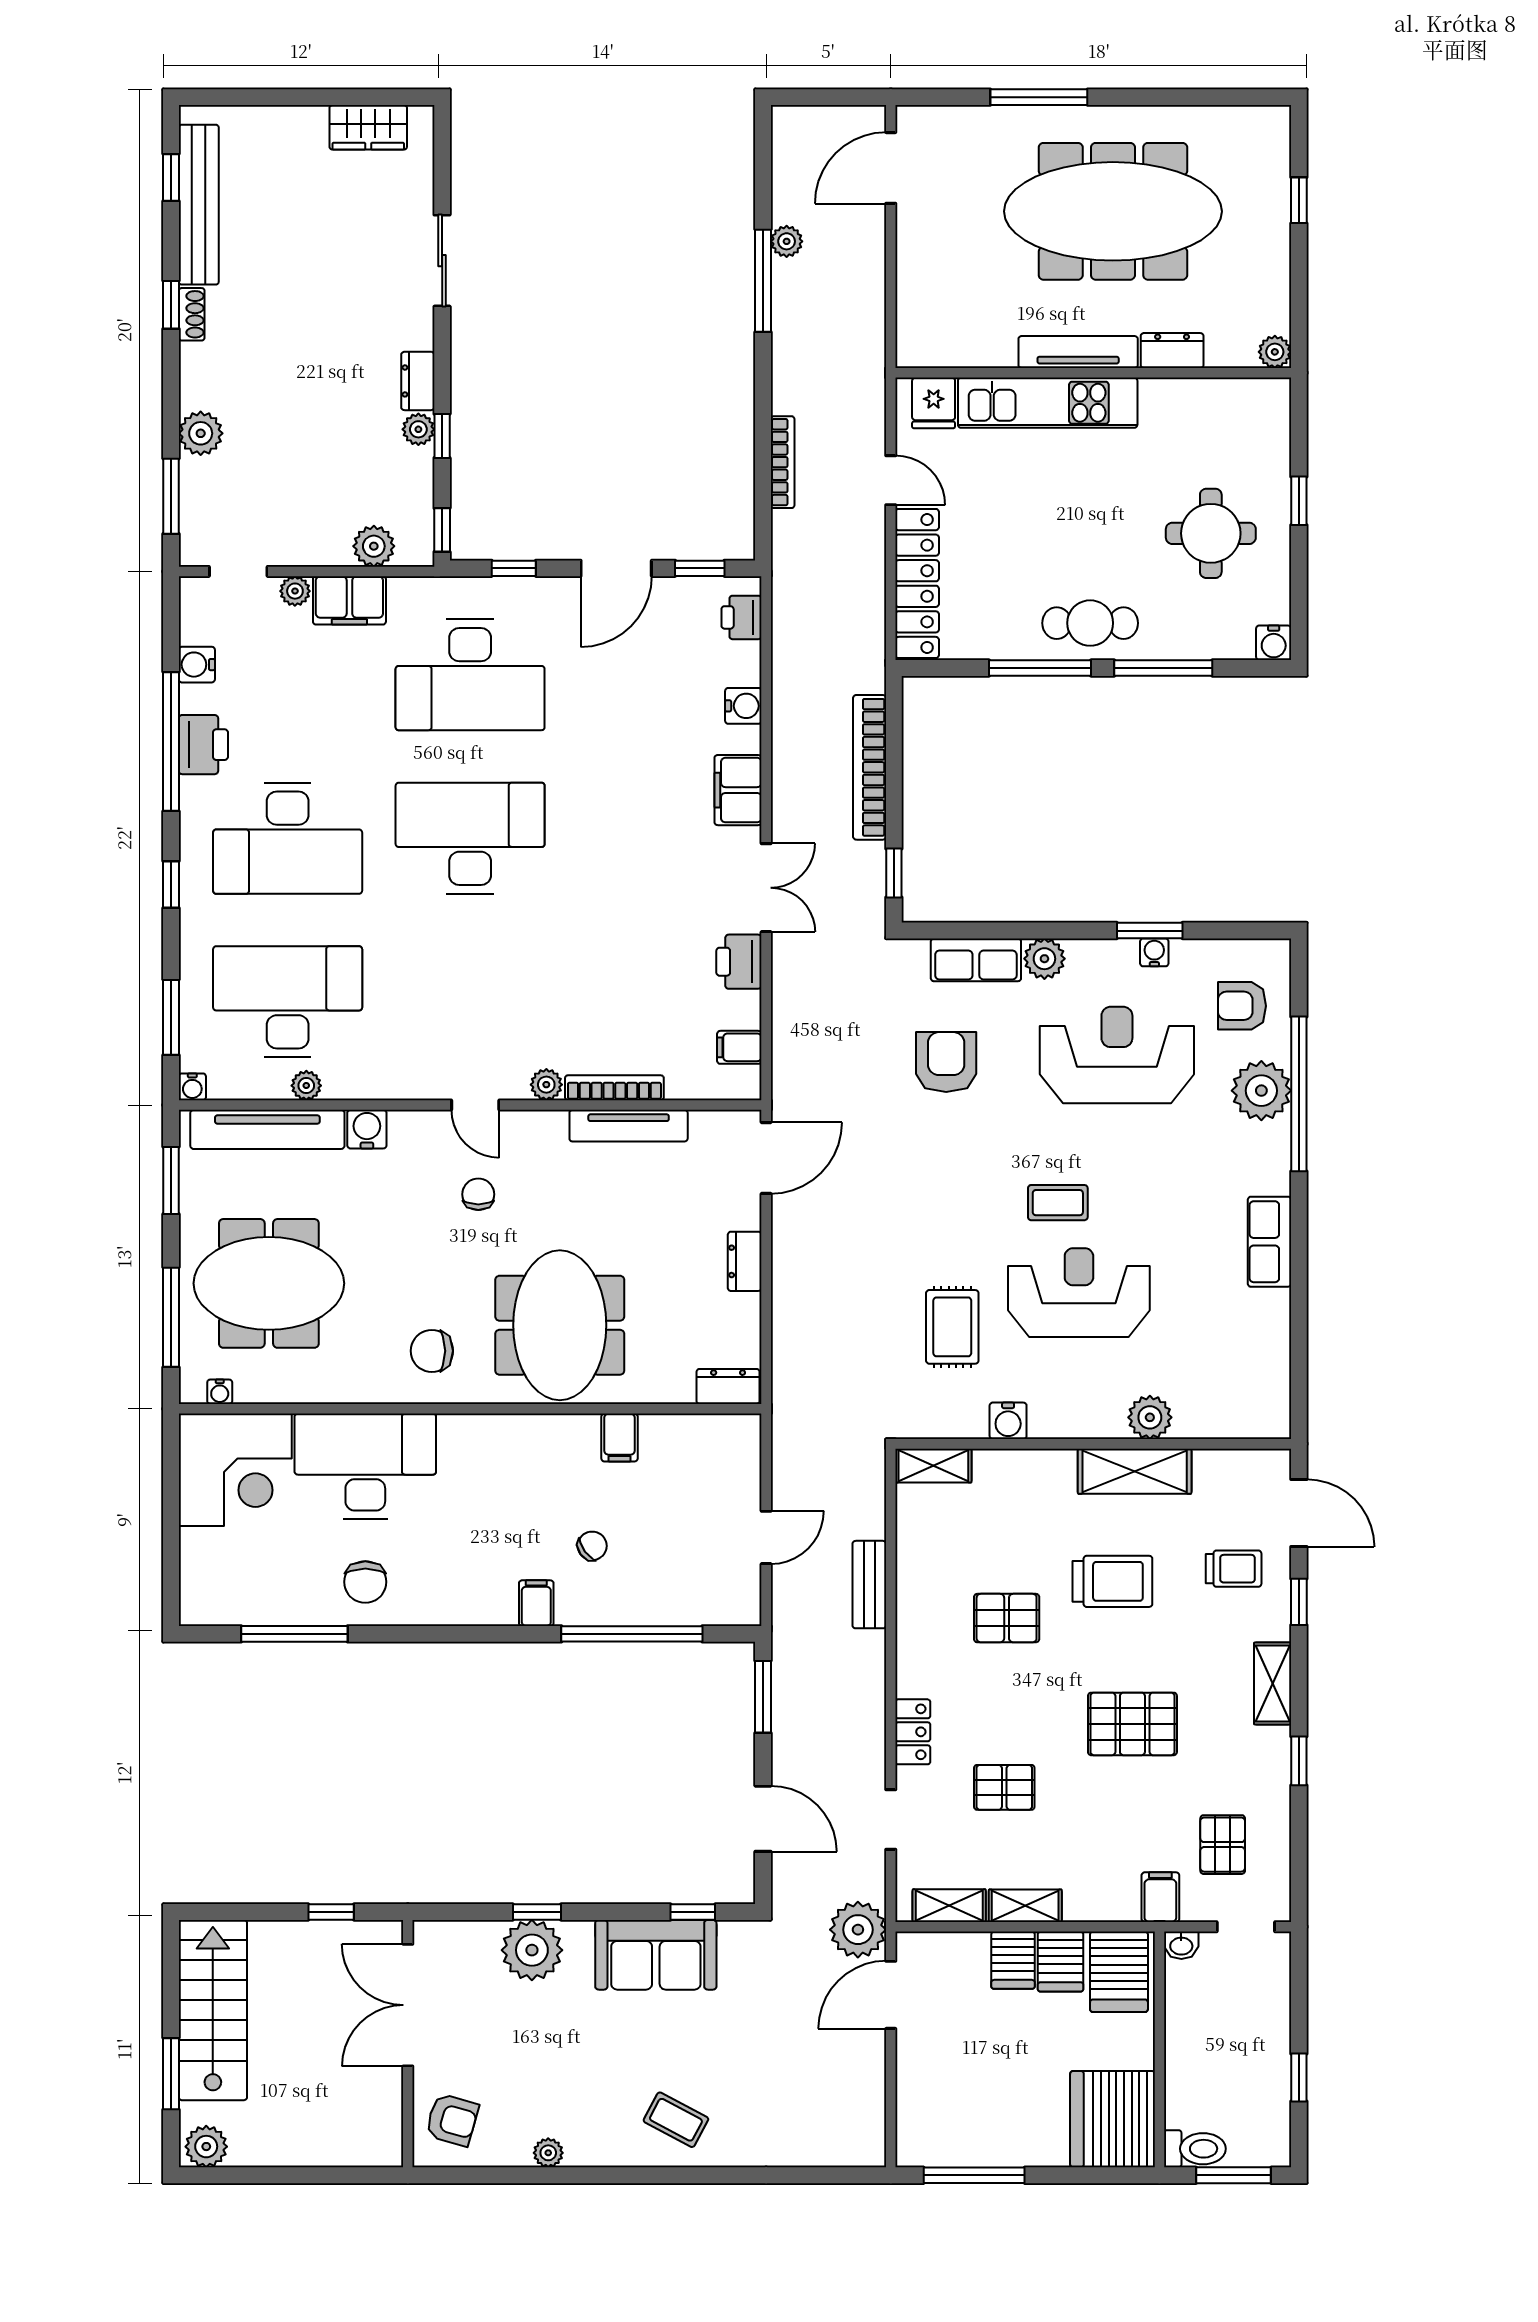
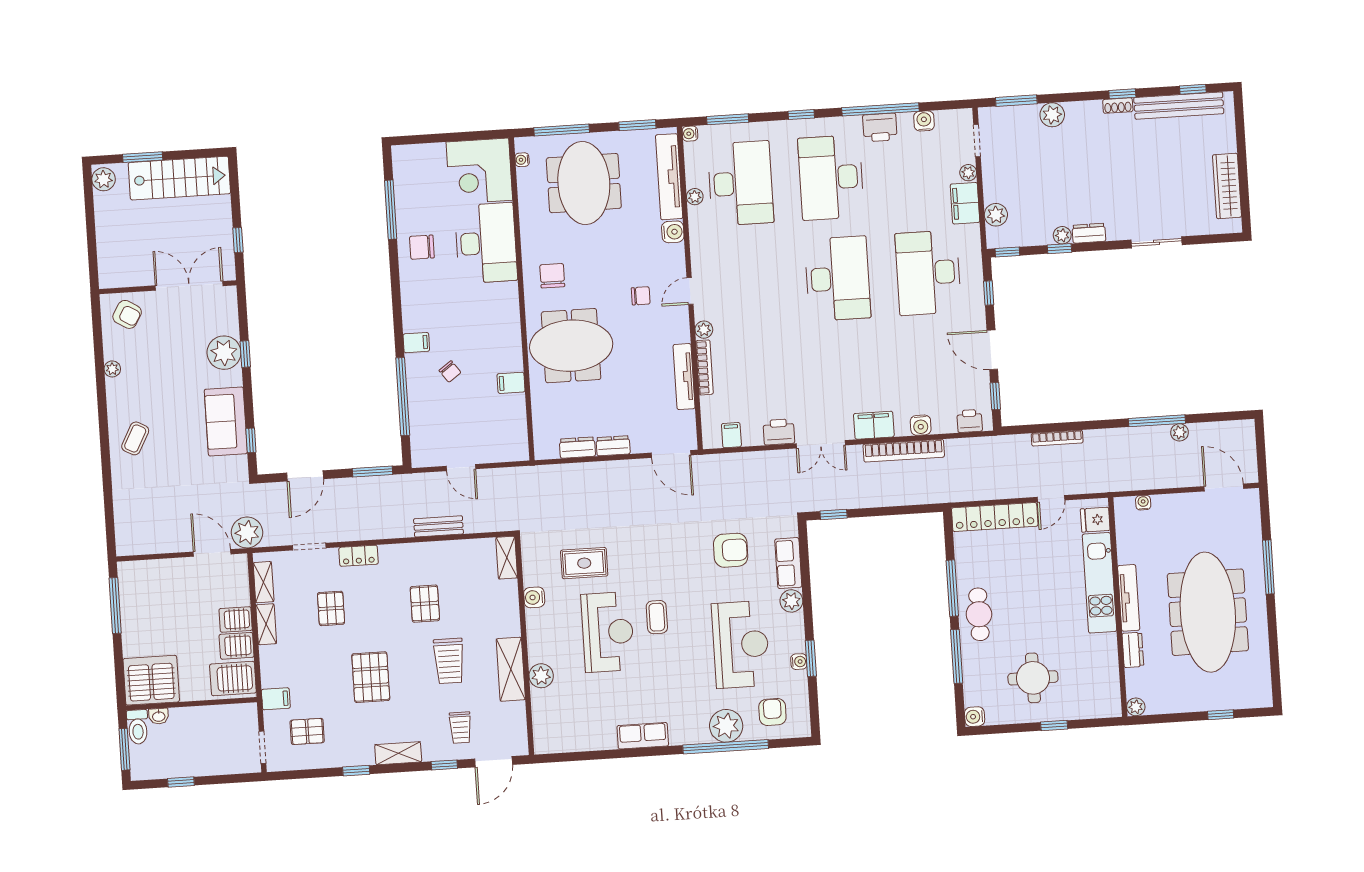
wardrobe: (368, 127) -> (1227, 186), width x1.50
water cooler: (909, 315) -> (1143, 503), added
bookcase: (870, 767) -> (904, 451), moved, turned 180
dresser: (728, 1386) -> (577, 448), moved, turned -90
washbasin: (1181, 1945) -> (159, 716), moved, turned -90
armchair: (452, 2120) -> (127, 314), turned -75

